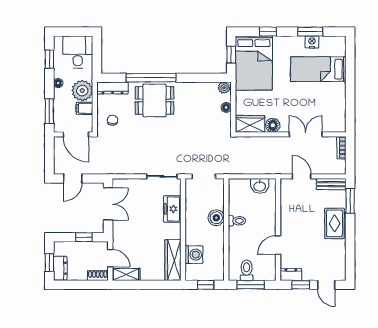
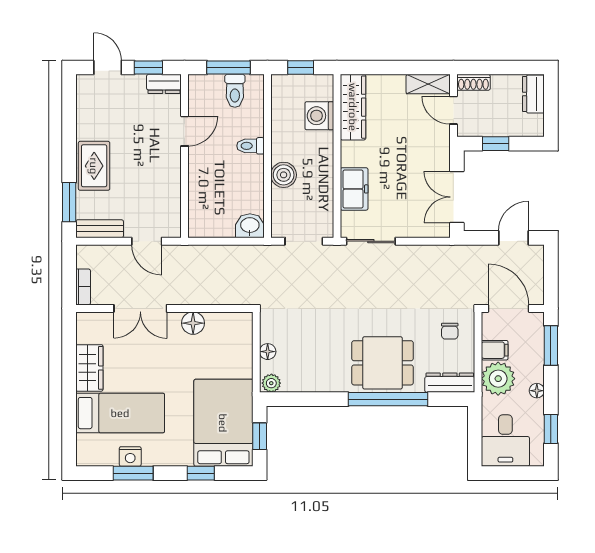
wardrobe: (250, 124) -> (89, 368), moved, turned -90
washbasin: (260, 186) -> (250, 226), moved
toilet: (237, 221) -> (250, 146), moved
window: (49, 263) -> (551, 103), removed

